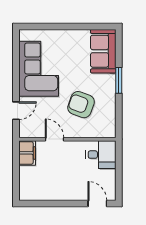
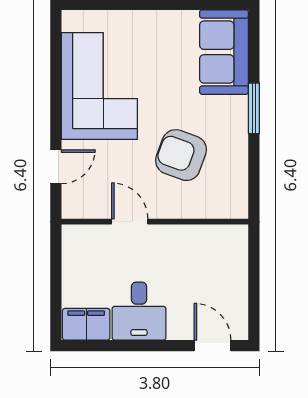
filing cabinet: (27, 153) -> (86, 324), moved, turned -90
desk: (101, 155) -> (139, 311), moved, turned 90

